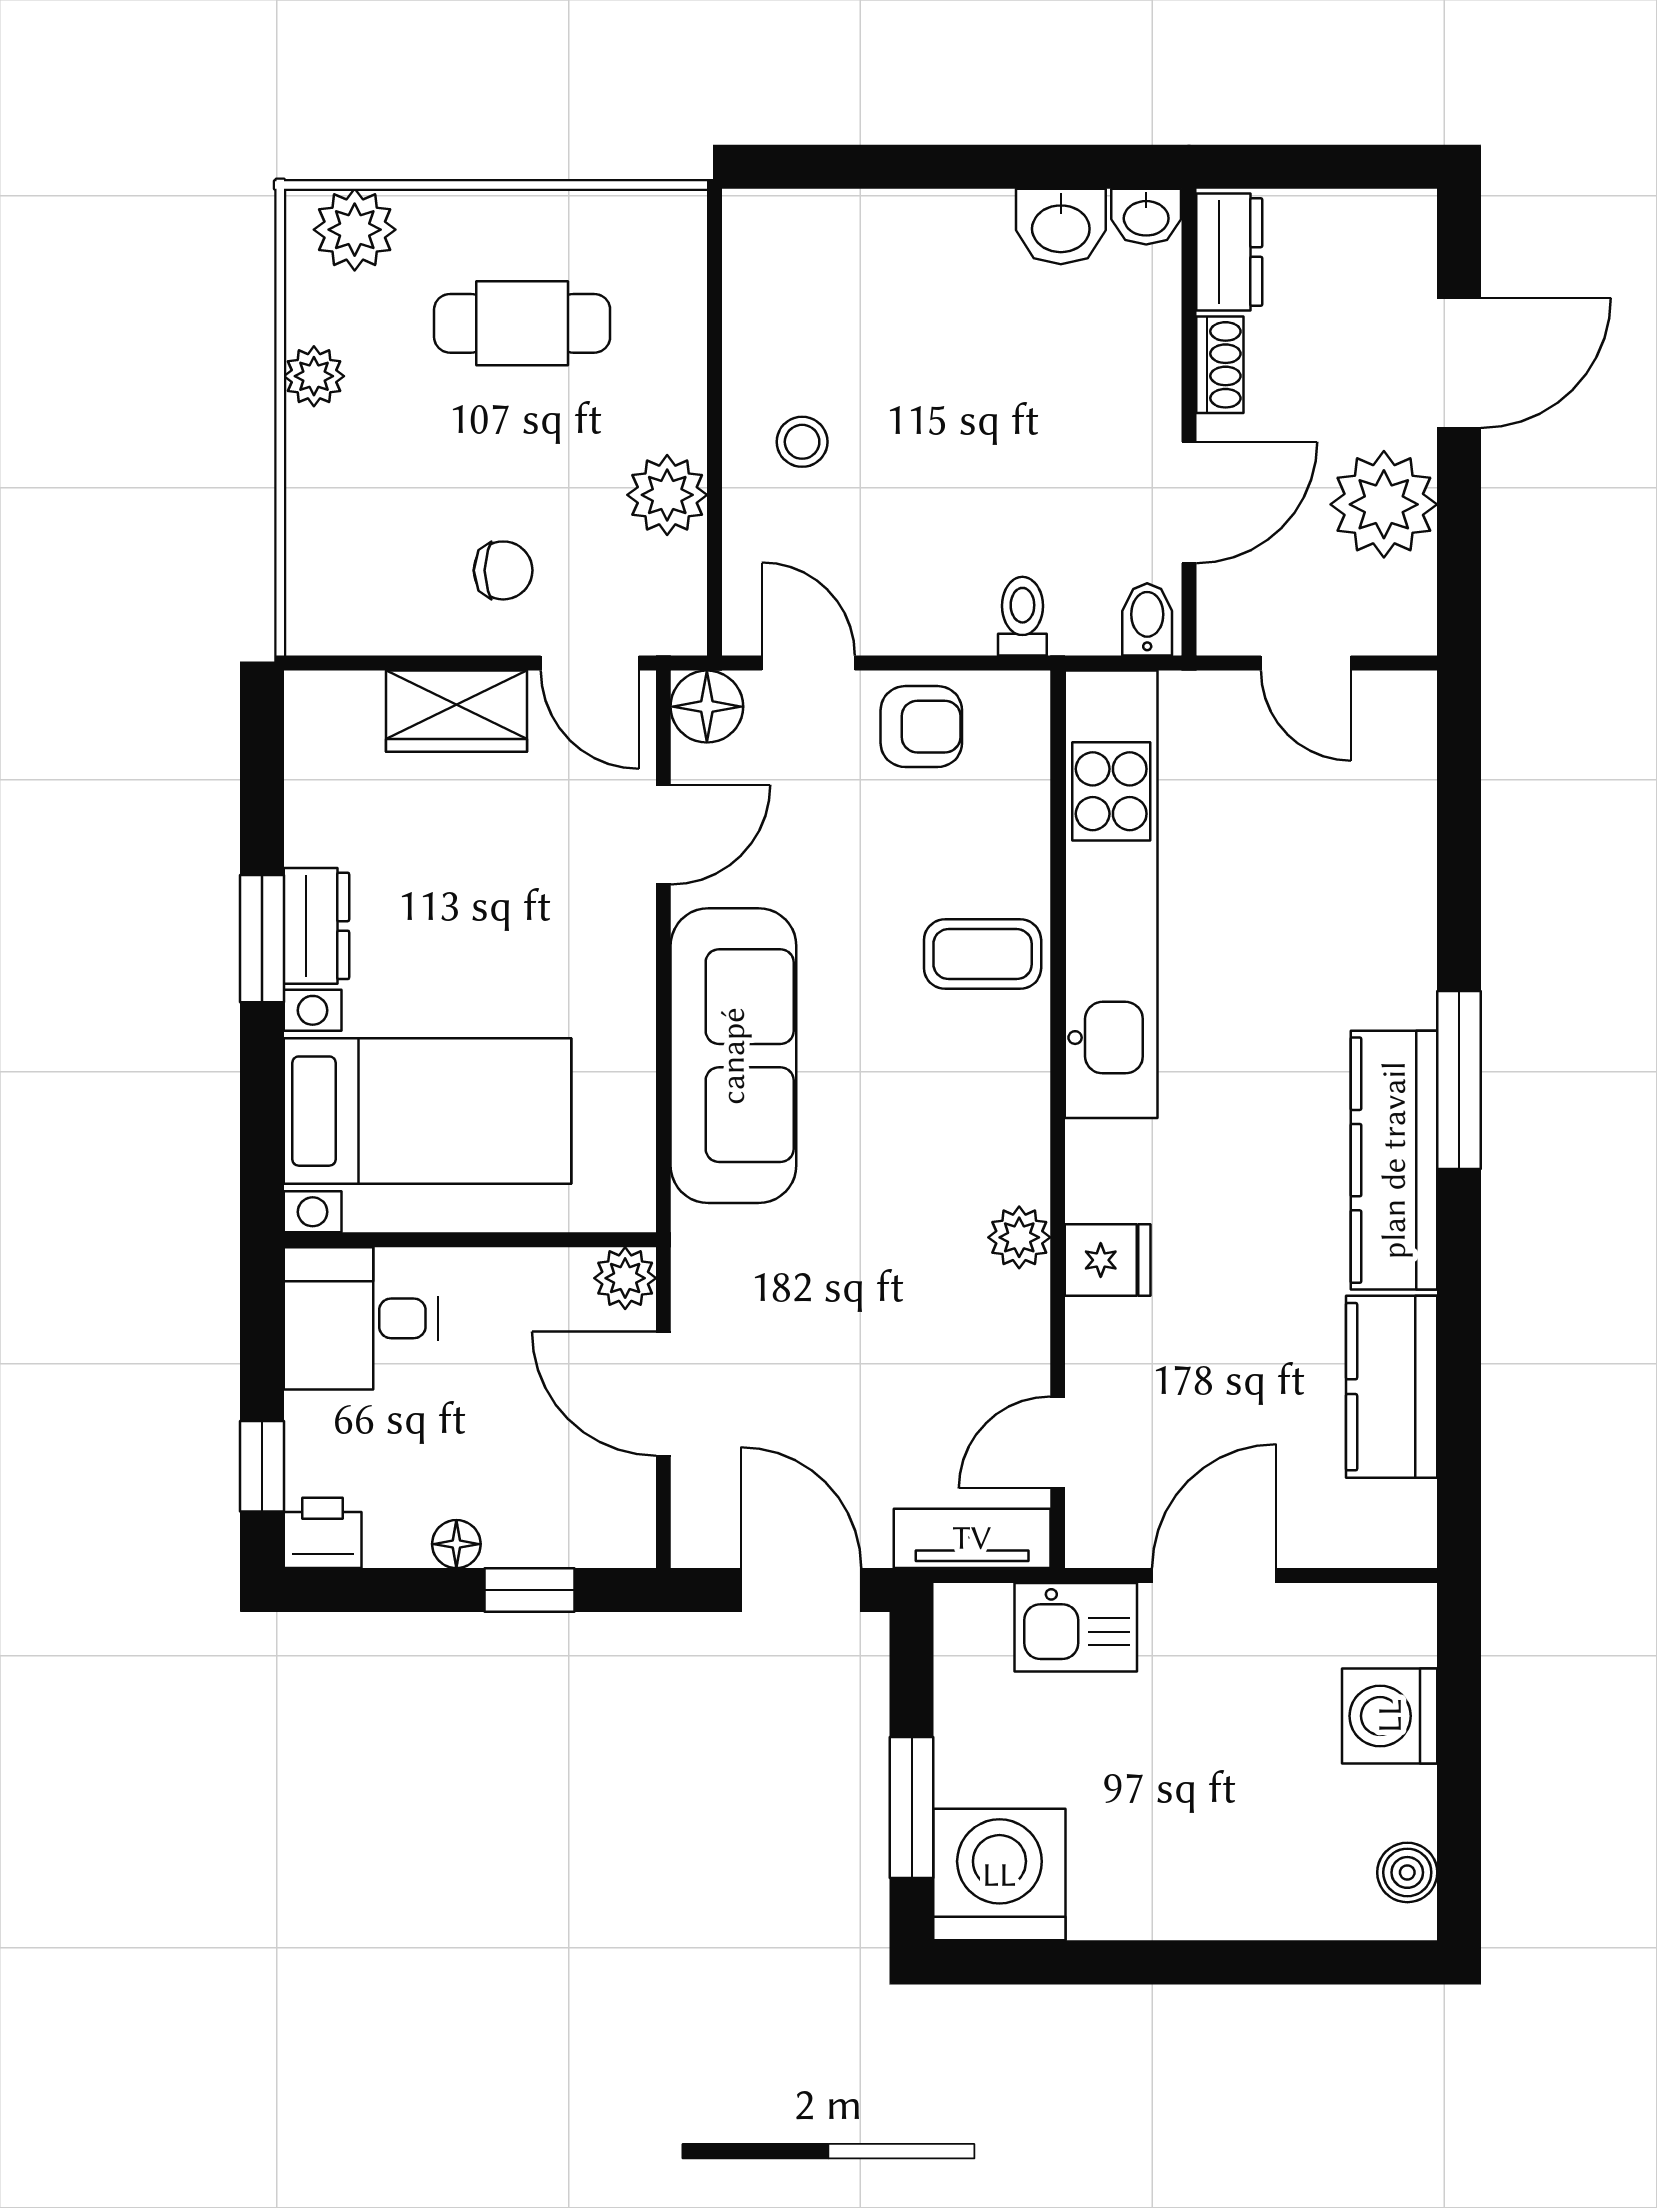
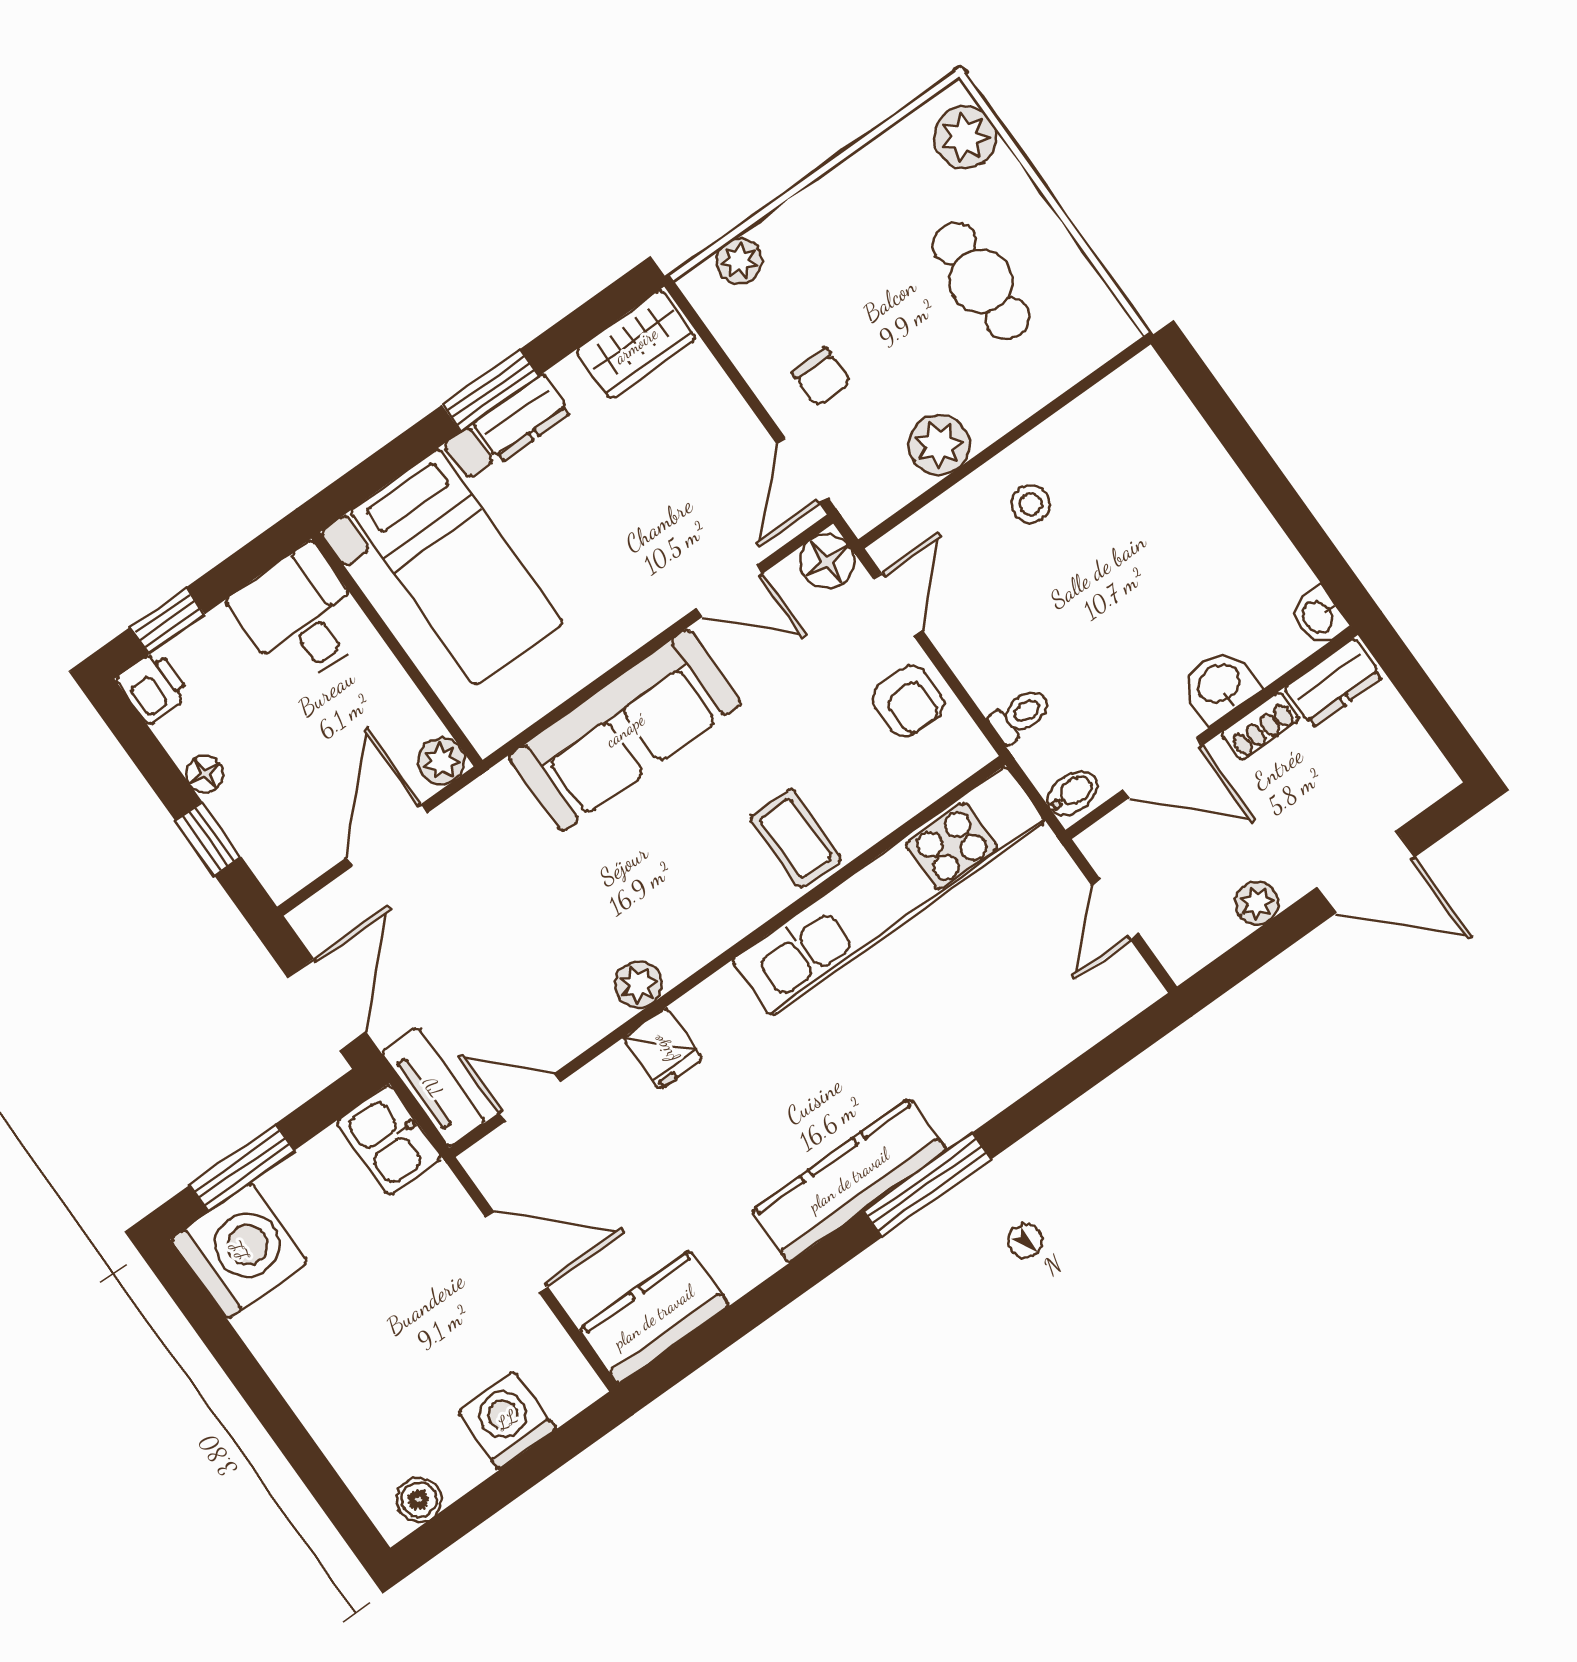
washbasin: (1061, 226) -> (1220, 685), moved, turned 90
plant: (314, 376) -> (739, 261), moved
plant: (1384, 504) -> (1257, 903), width x0.53, depth x0.53
wardrobe: (457, 711) -> (636, 345), moved, turned -90
kitchen counter: (1392, 1387) -> (654, 1317), moved
kitchen sink: (1076, 1627) -> (389, 1140), moved

